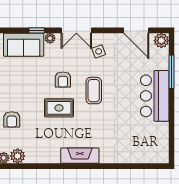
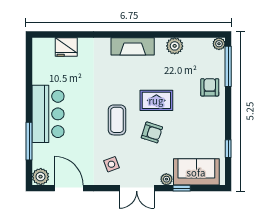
double door: (76, 30) -> (137, 188), swing flipped
armchair: (63, 80) -> (152, 132), turned 108
fridge: (139, 155) -> (66, 47), added
plant: (18, 156) -> (175, 46), moved

